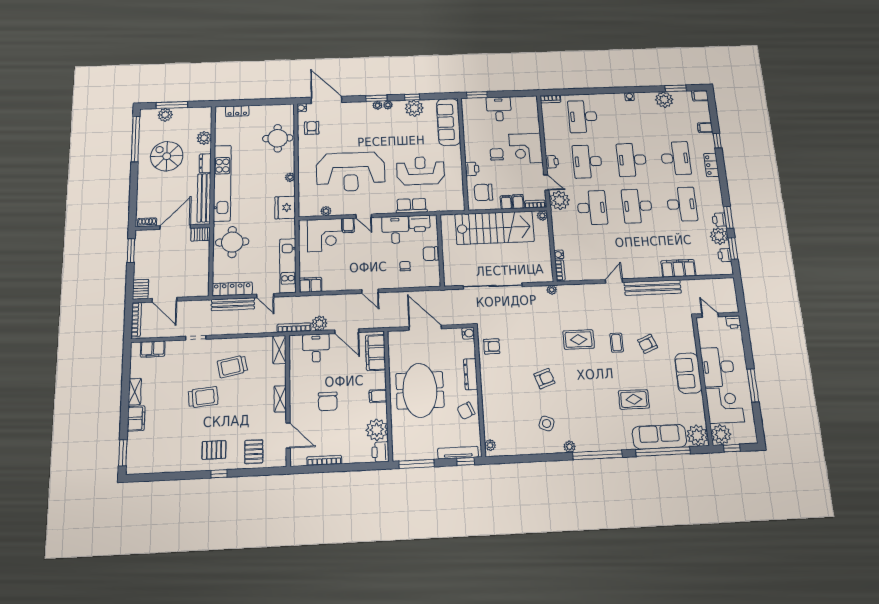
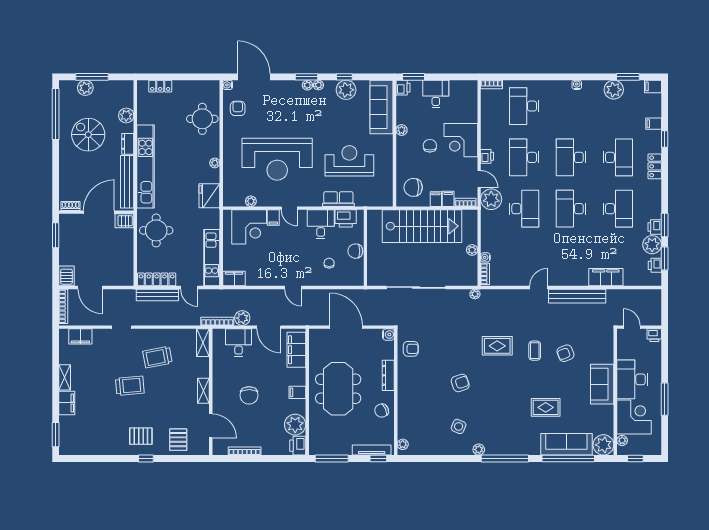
plant: (469, 141) -> (402, 130), added
printer: (472, 169) -> (403, 88), moved
plant: (542, 216) -> (472, 250), moved
plant: (721, 434) -> (622, 440), width x0.53, depth x0.53

